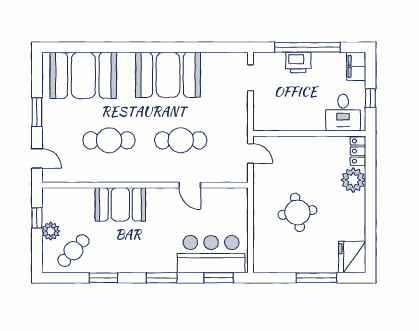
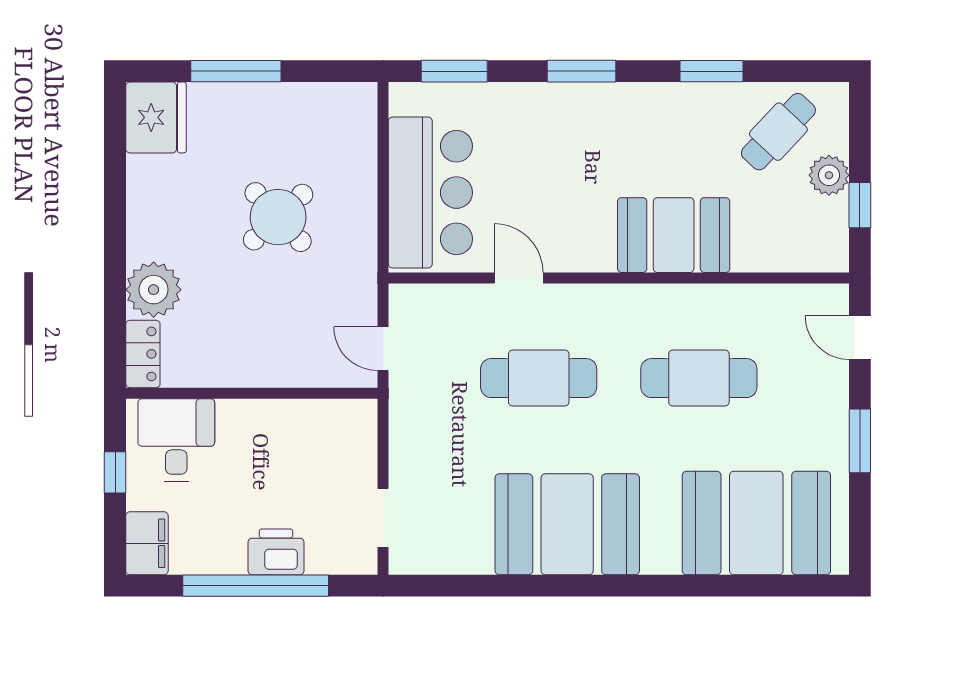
round table: (297, 212) -> (278, 217), turned -34
bar counter: (211, 254) -> (430, 193), moved, turned -90

